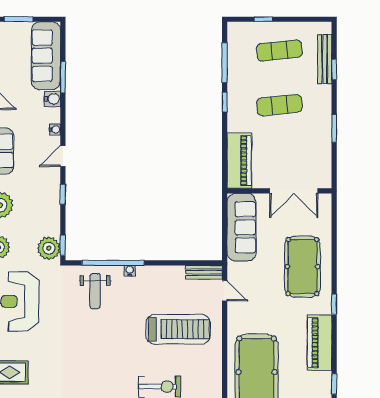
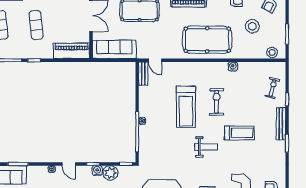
water cooler: (52, 99) -> (97, 171), moved
plant: (49, 248) -> (110, 173), moved
weight bench: (95, 291) -> (206, 147), moved
door: (225, 291) -> (155, 60), swing flipped
treadmill: (178, 329) -> (186, 107), moved, turned 180

